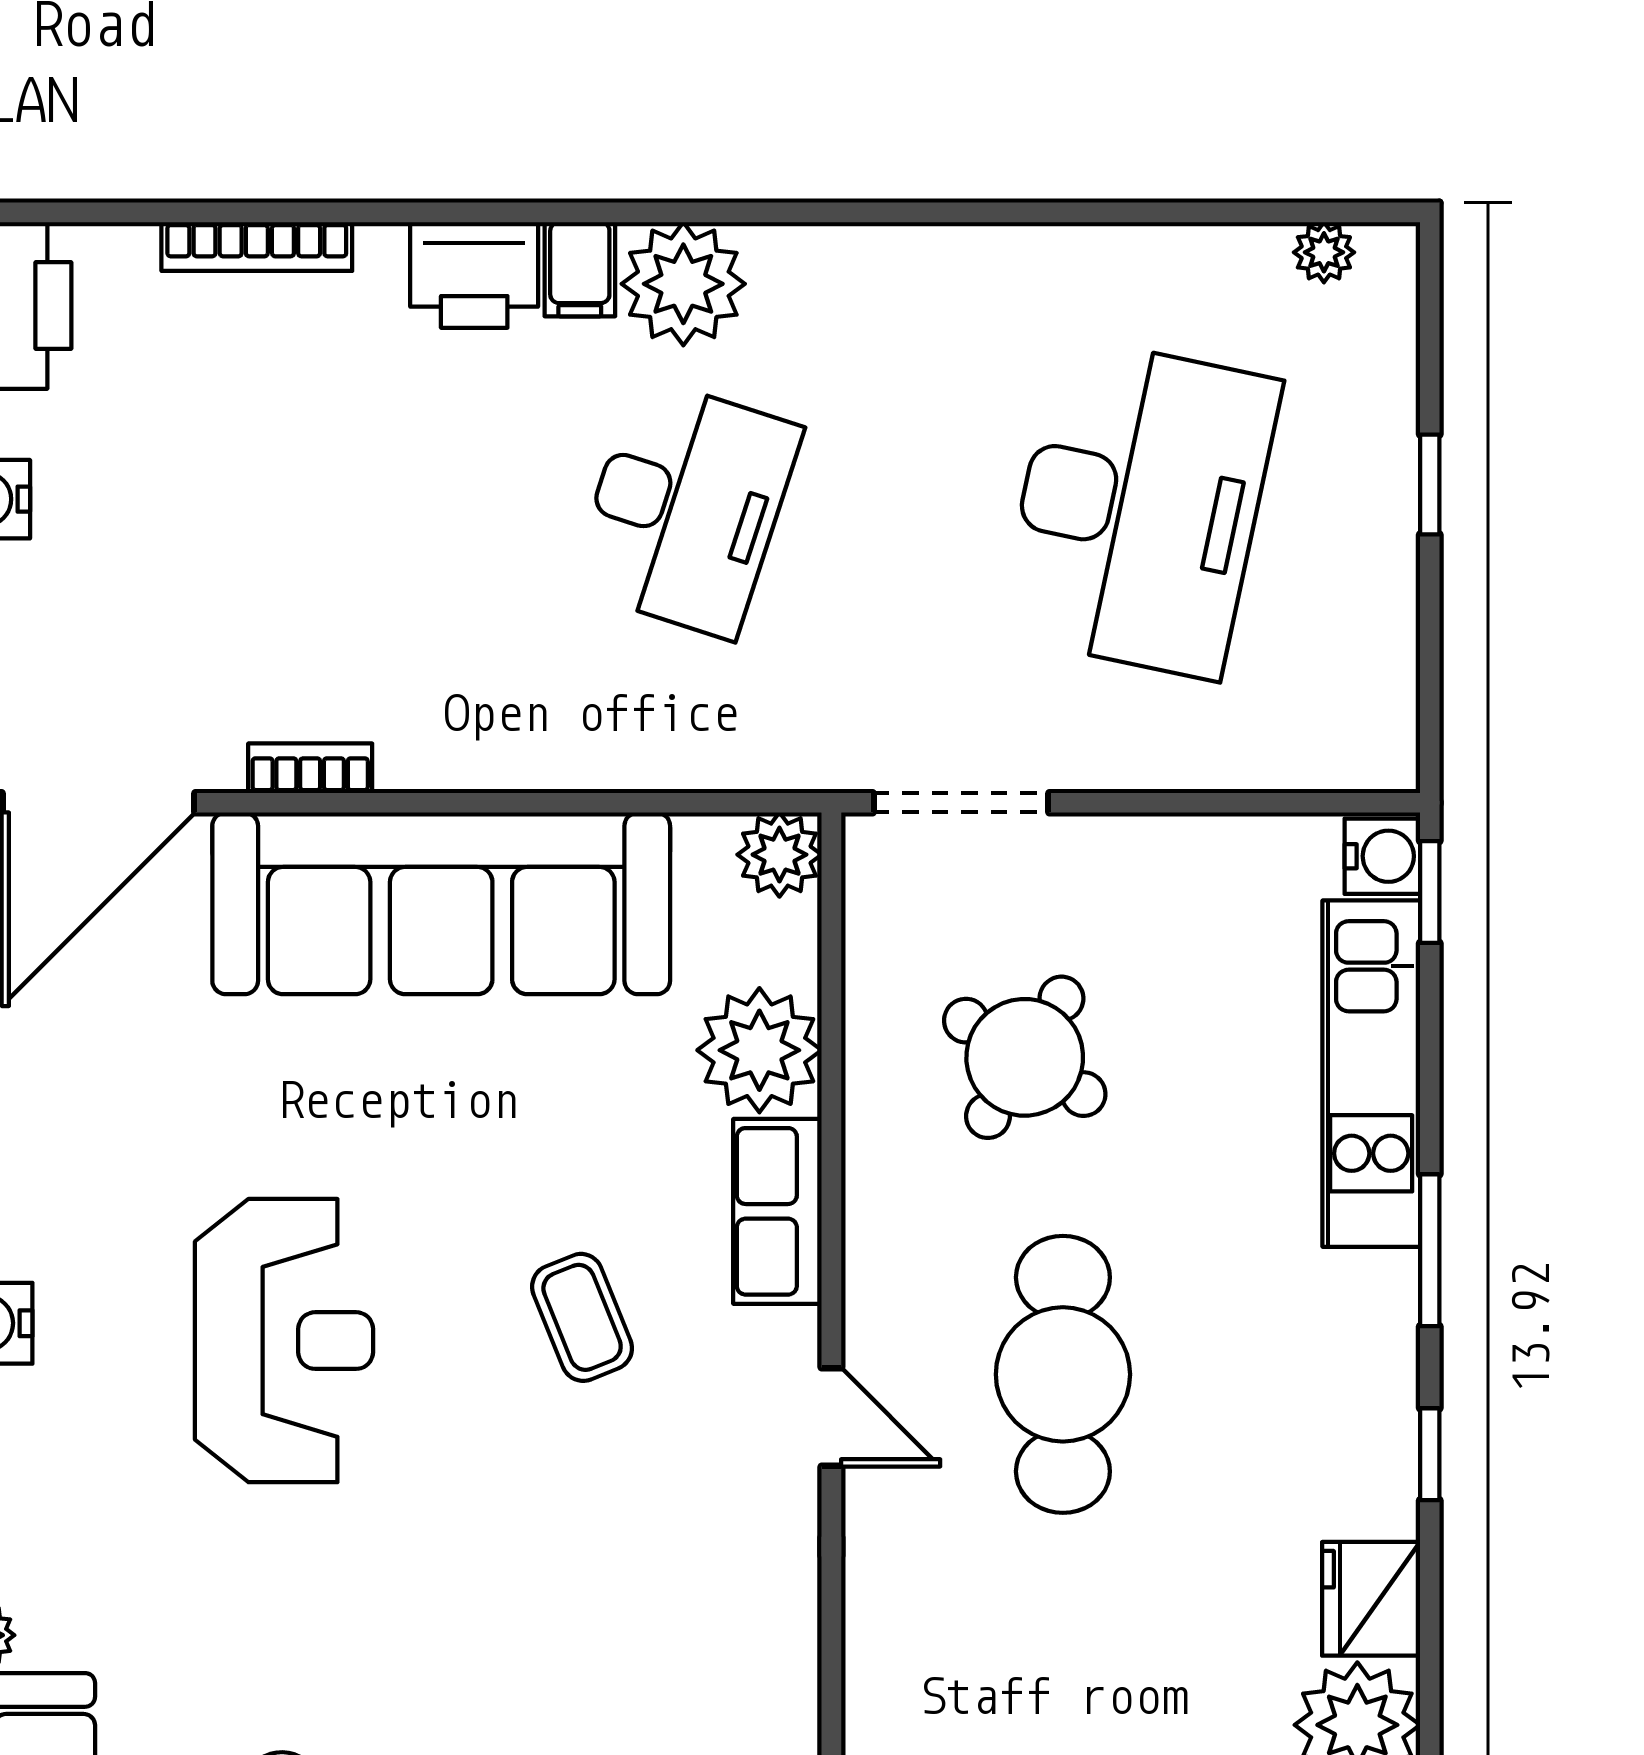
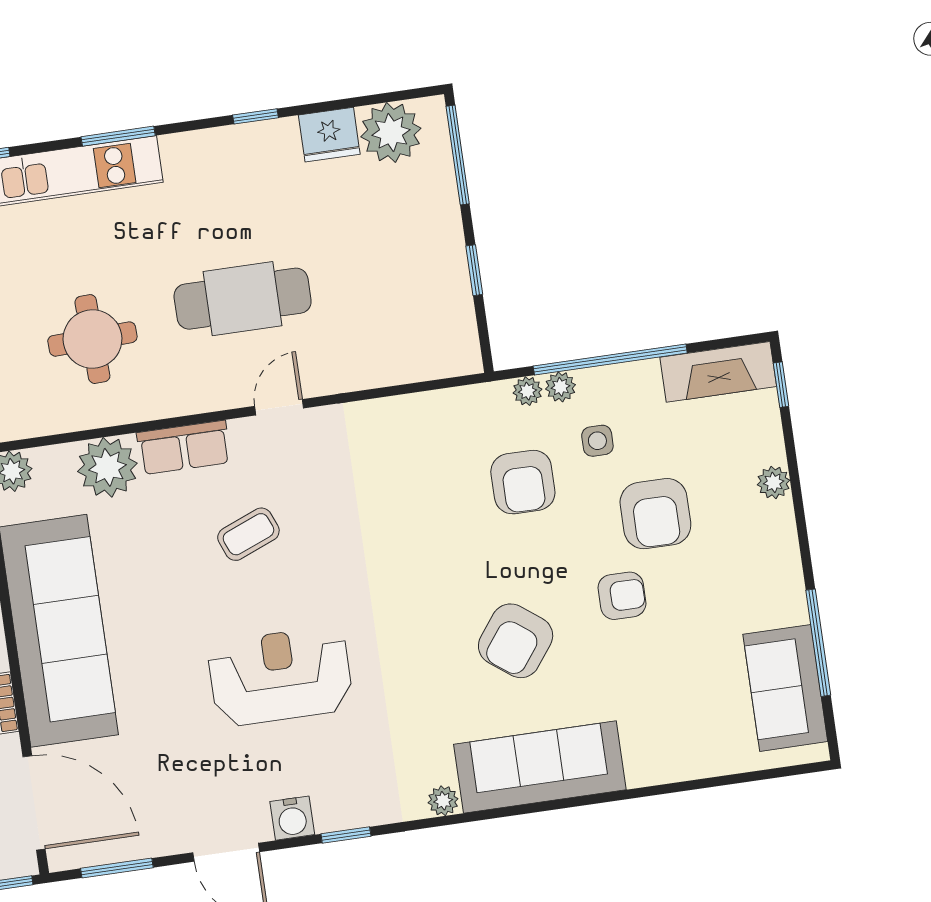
round table: (1025, 1057) -> (92, 339), turned -34
window: (1430, 1250) -> (118, 136), moved

